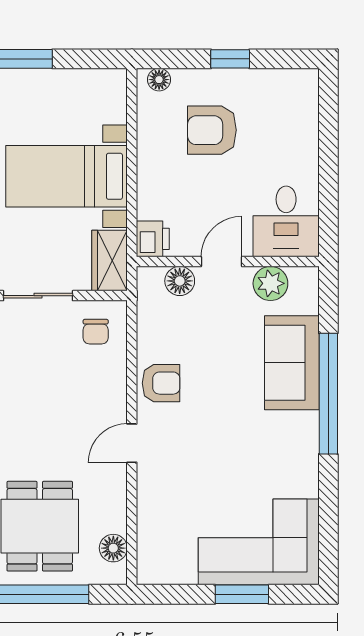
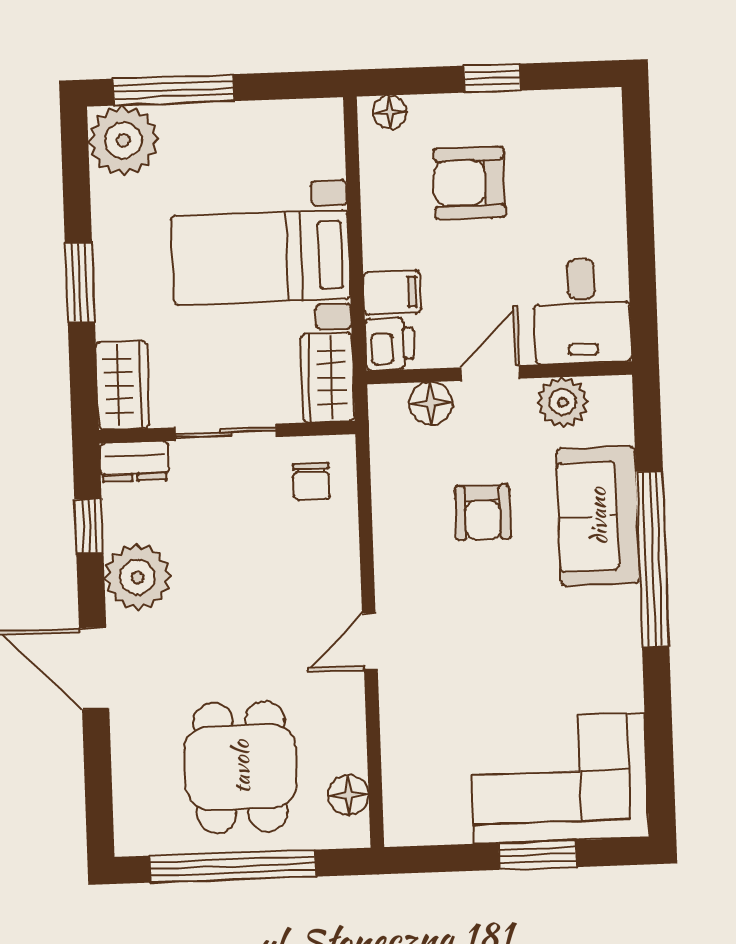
filing cabinet: (156, 204) -> (392, 293), added
armchair: (161, 383) -> (483, 512), moved, turned 90

